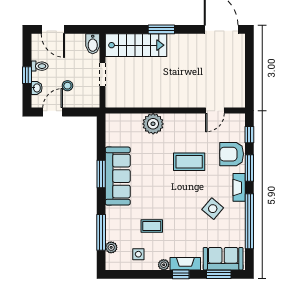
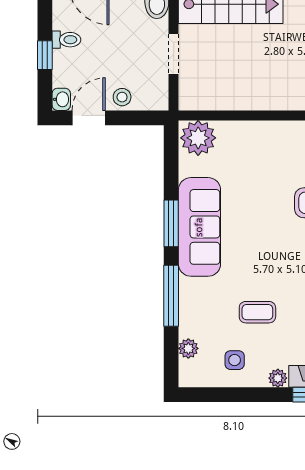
stool: (67, 86) -> (122, 97), moved
washbasin: (37, 88) -> (61, 99), moved
plant: (153, 124) -> (198, 138), moved
window: (101, 232) -> (171, 296), moved

